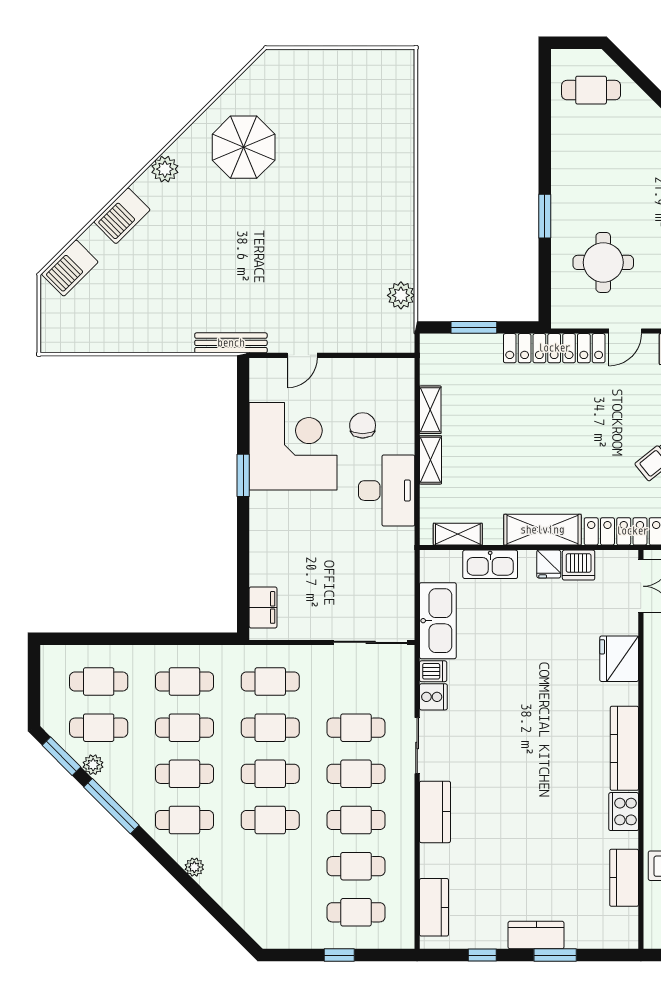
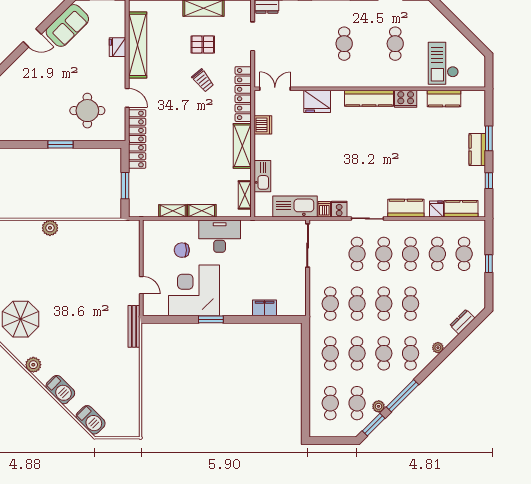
plant: (401, 295) -> (50, 228), moved
fridge: (549, 564) -> (436, 209), moved, turned -90
filing cabinet: (263, 607) -> (265, 308), moved
dresser: (239, 909) -> (462, 322), added

